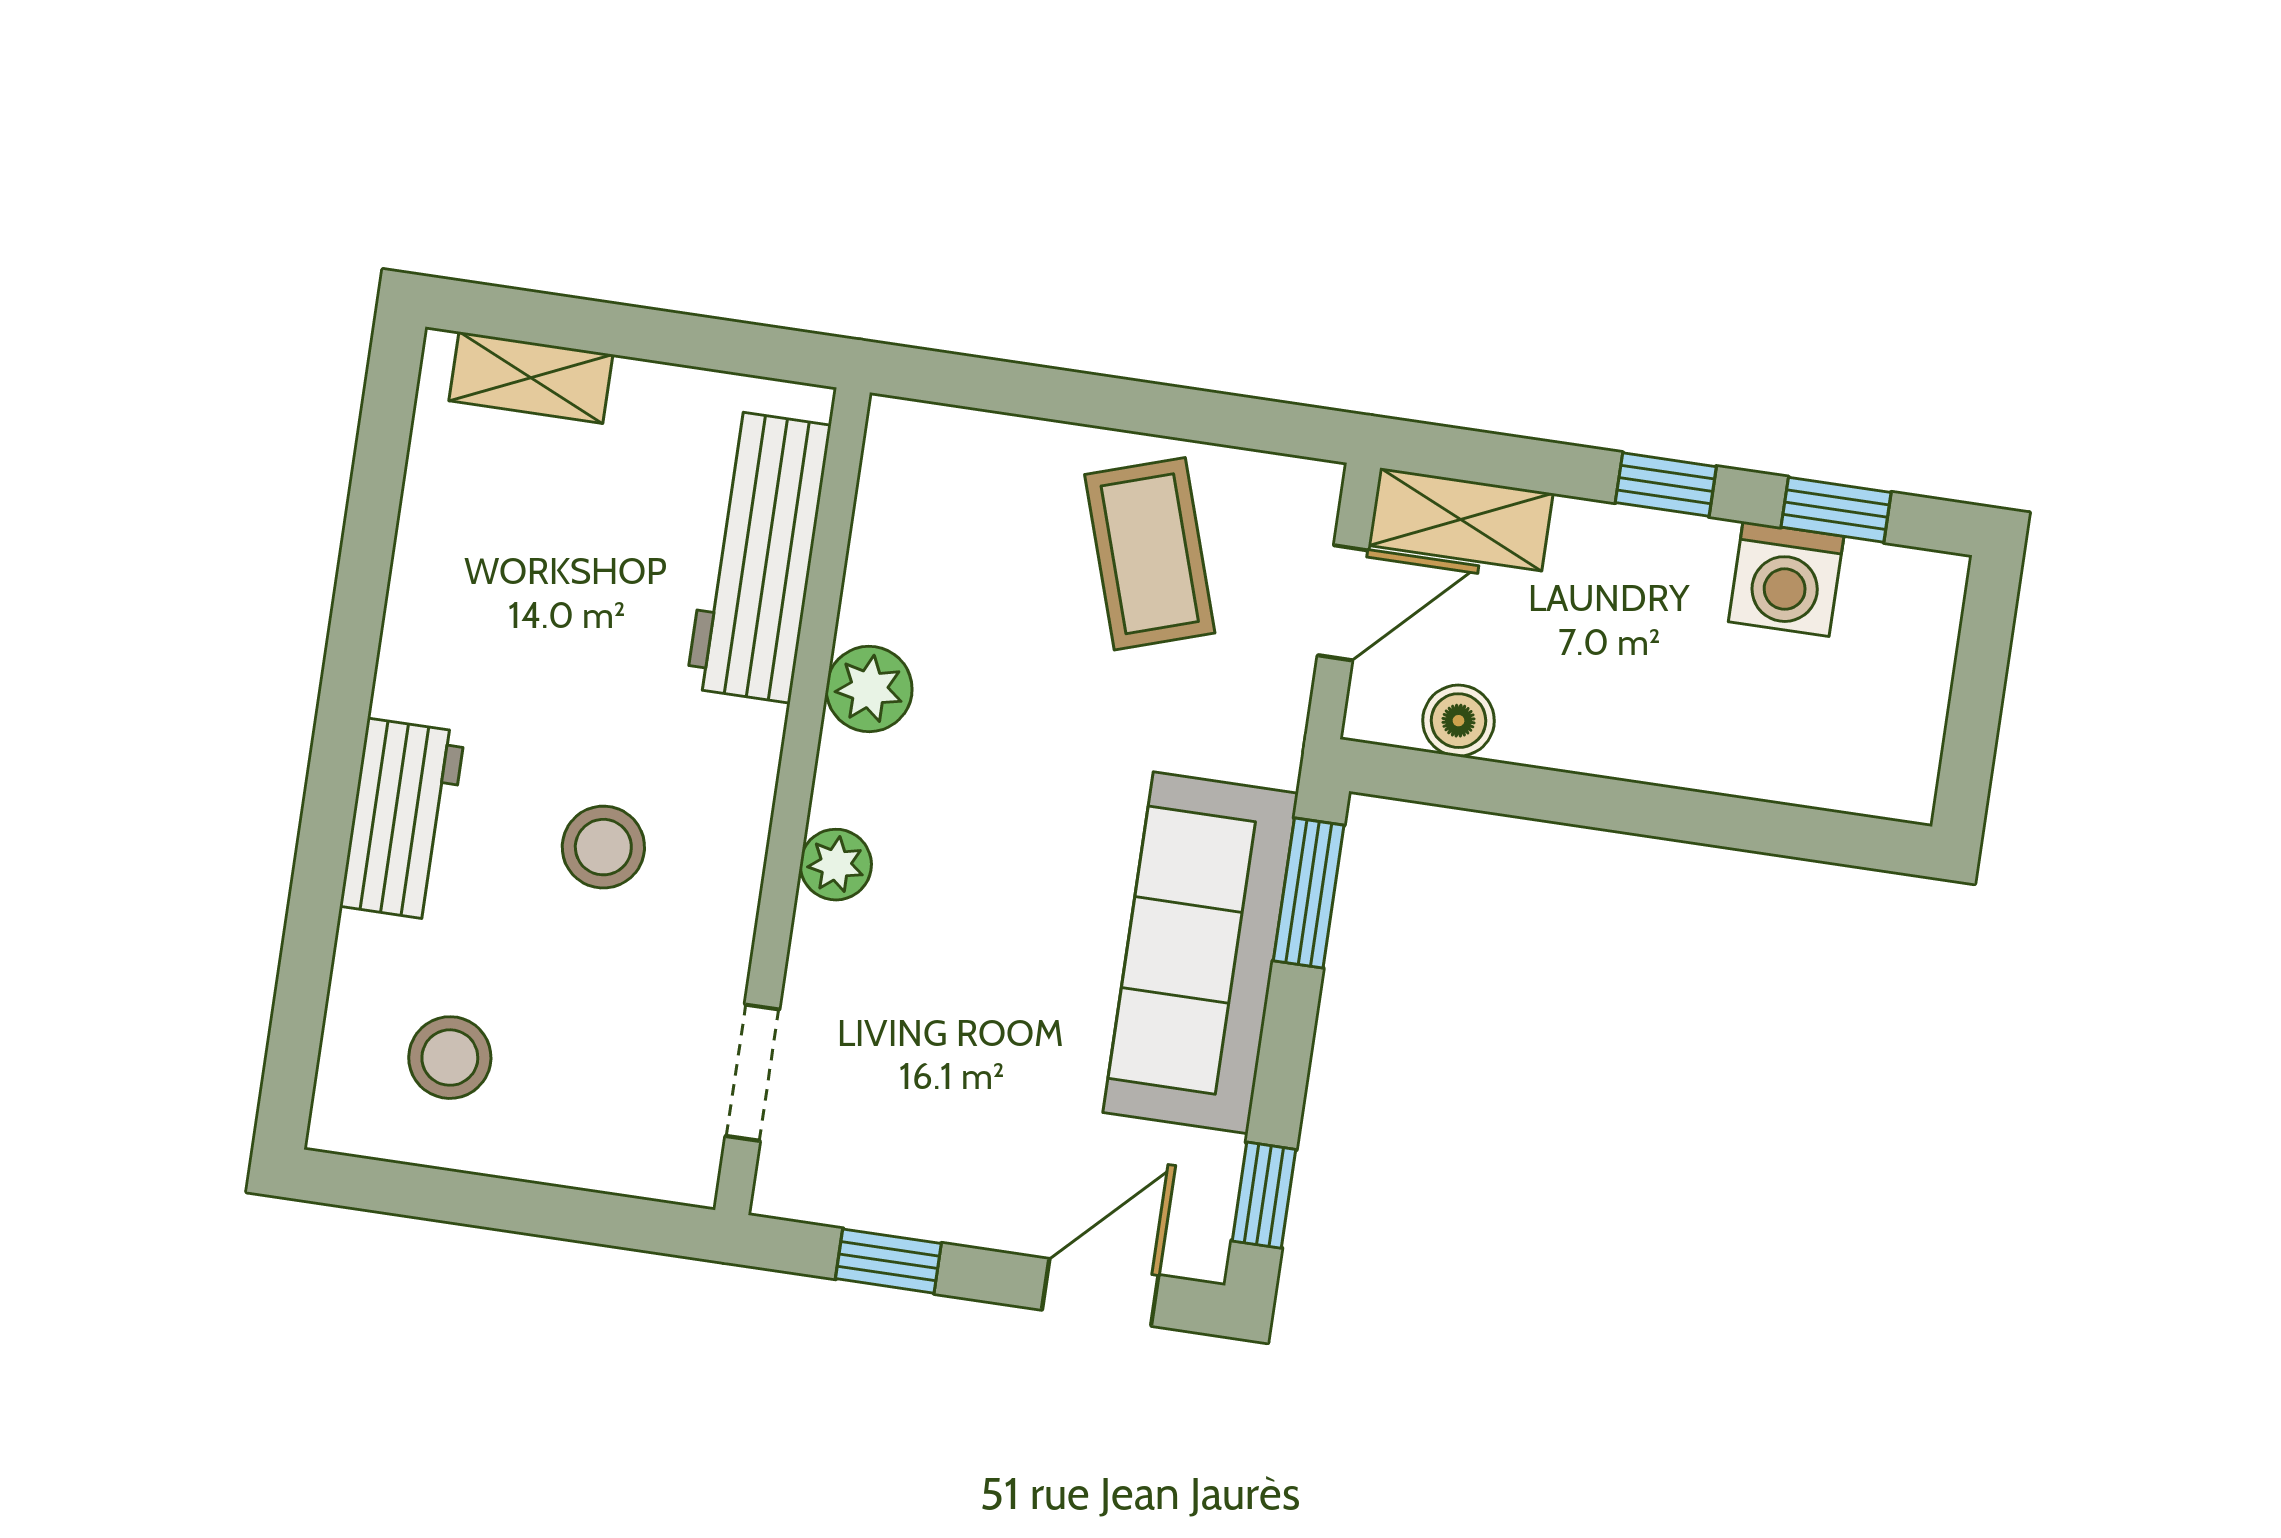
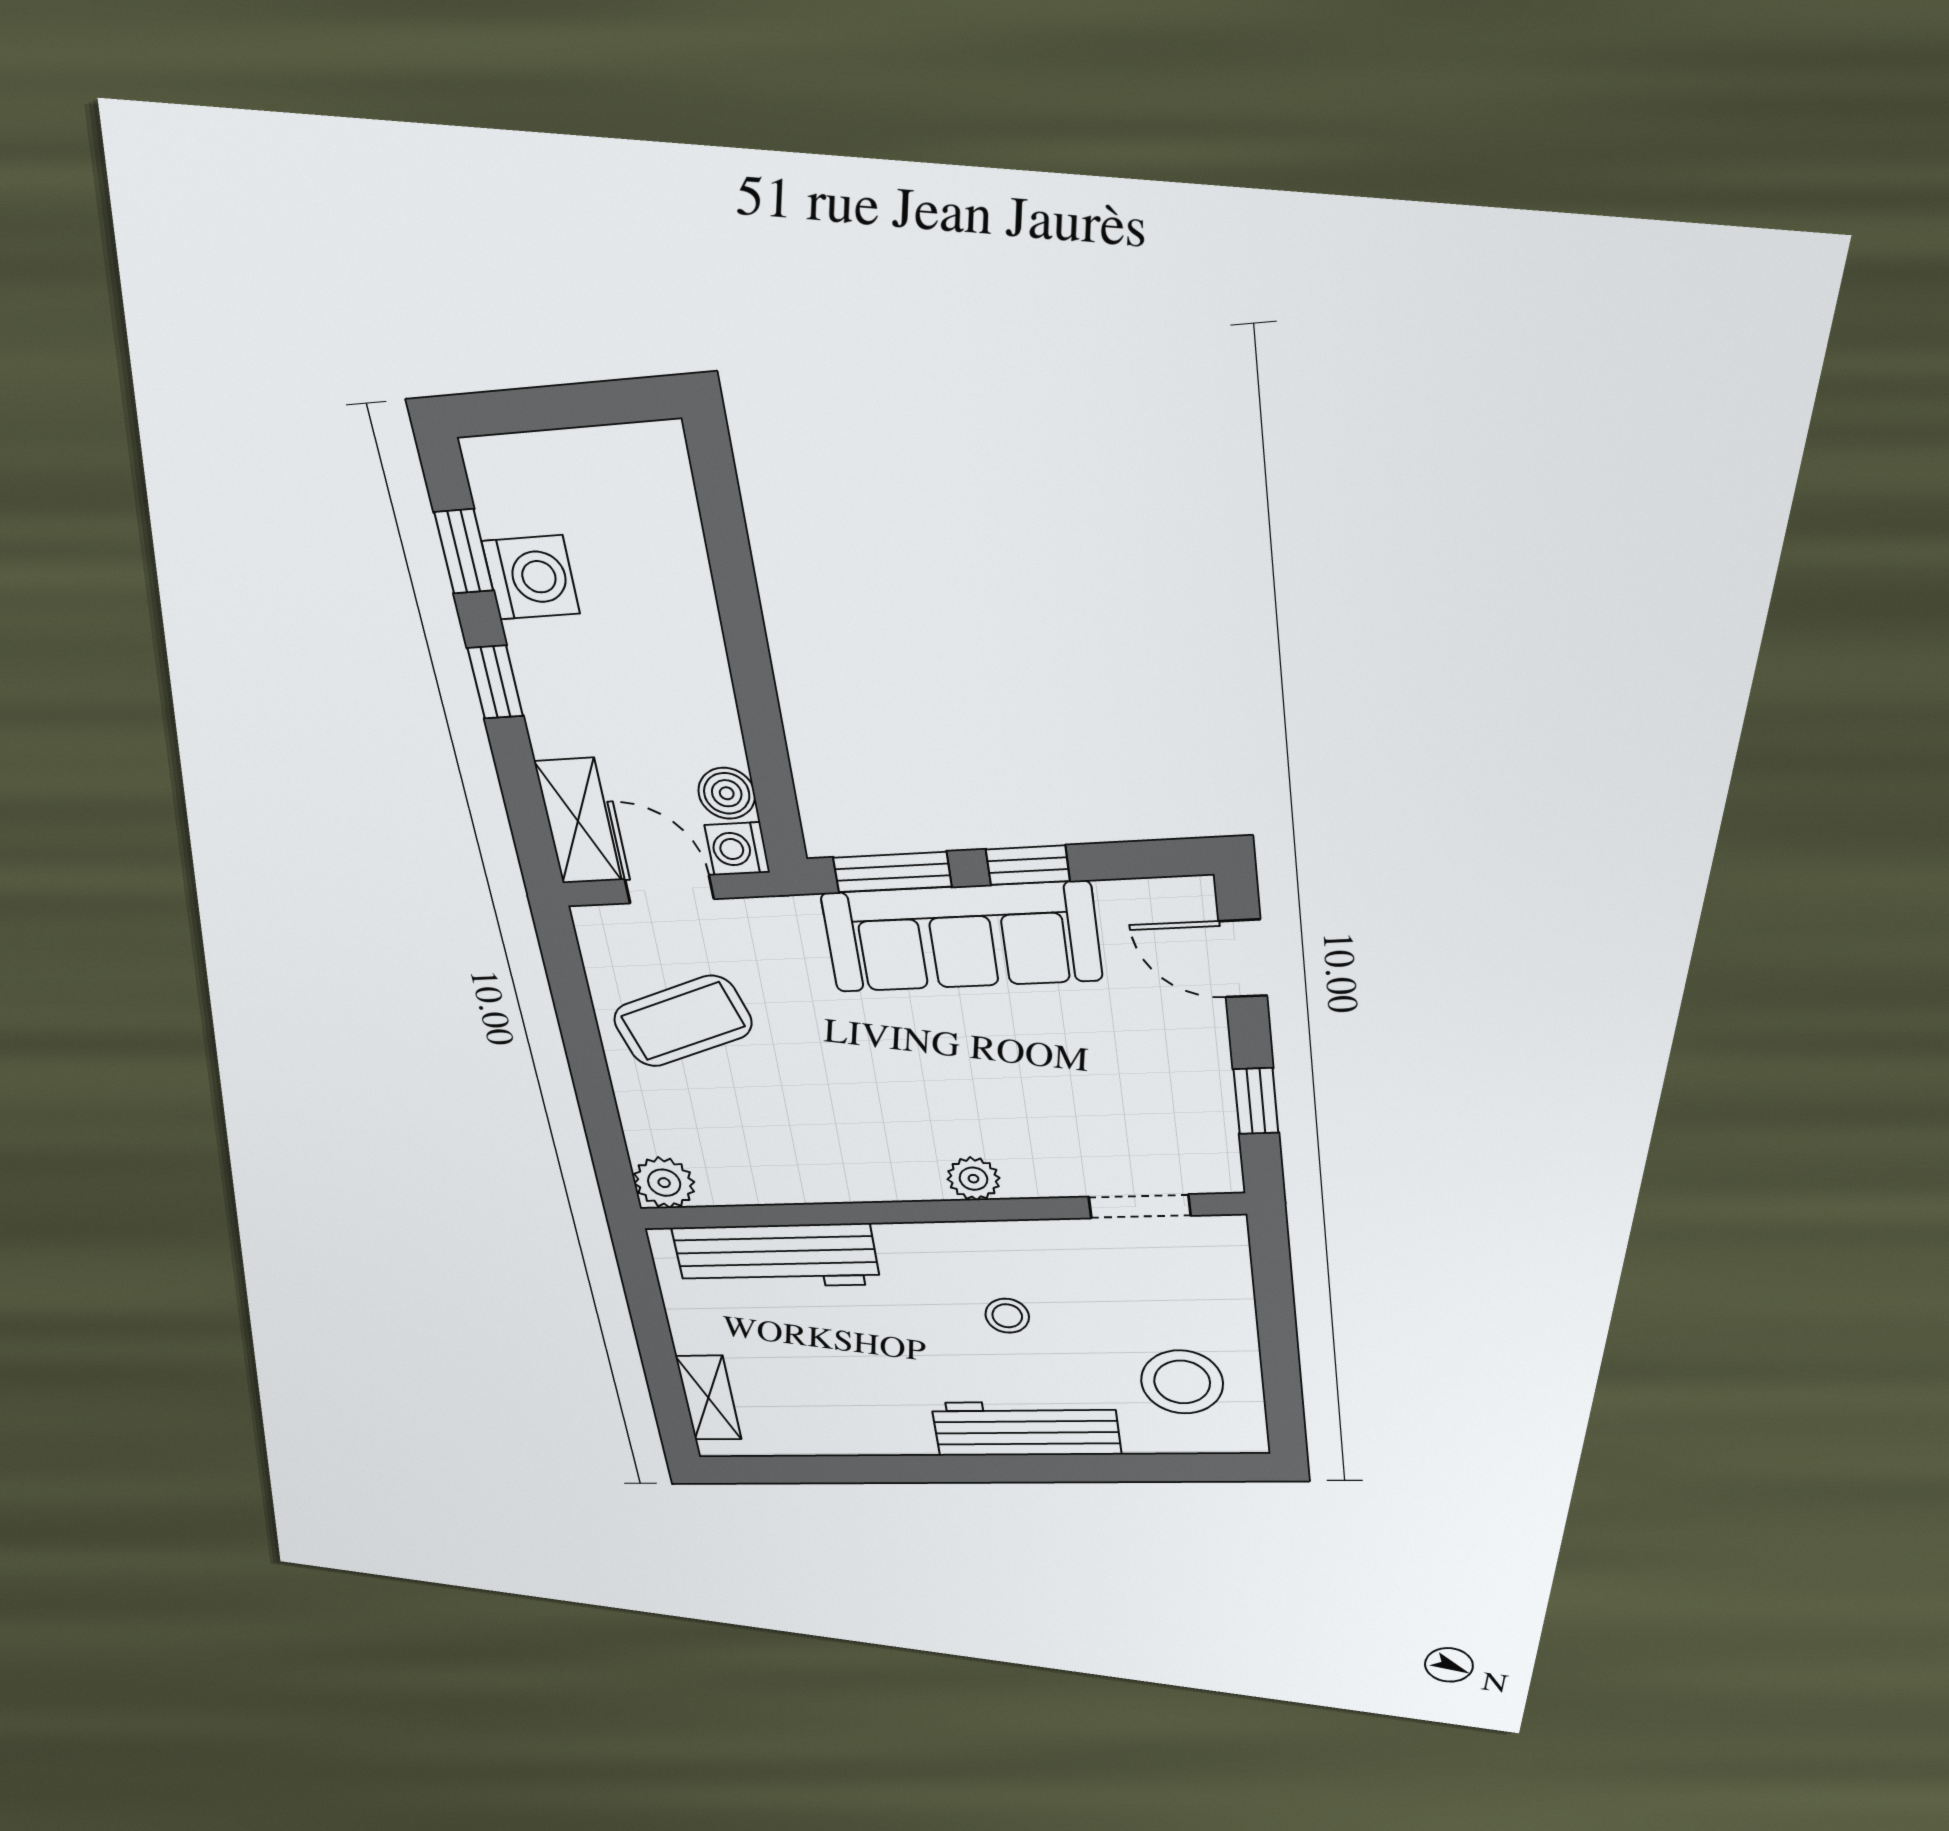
plant: (869, 689) -> (664, 1183), moved
washing machine: (1381, 709) -> (737, 849), added
workbench: (402, 819) -> (1026, 1429), width x1.38
stool: (603, 847) -> (1007, 1316), width x0.73, depth x0.73
stool: (450, 1058) -> (1182, 1382), width x1.38, depth x1.38
window: (1264, 1195) -> (1028, 865), moved

